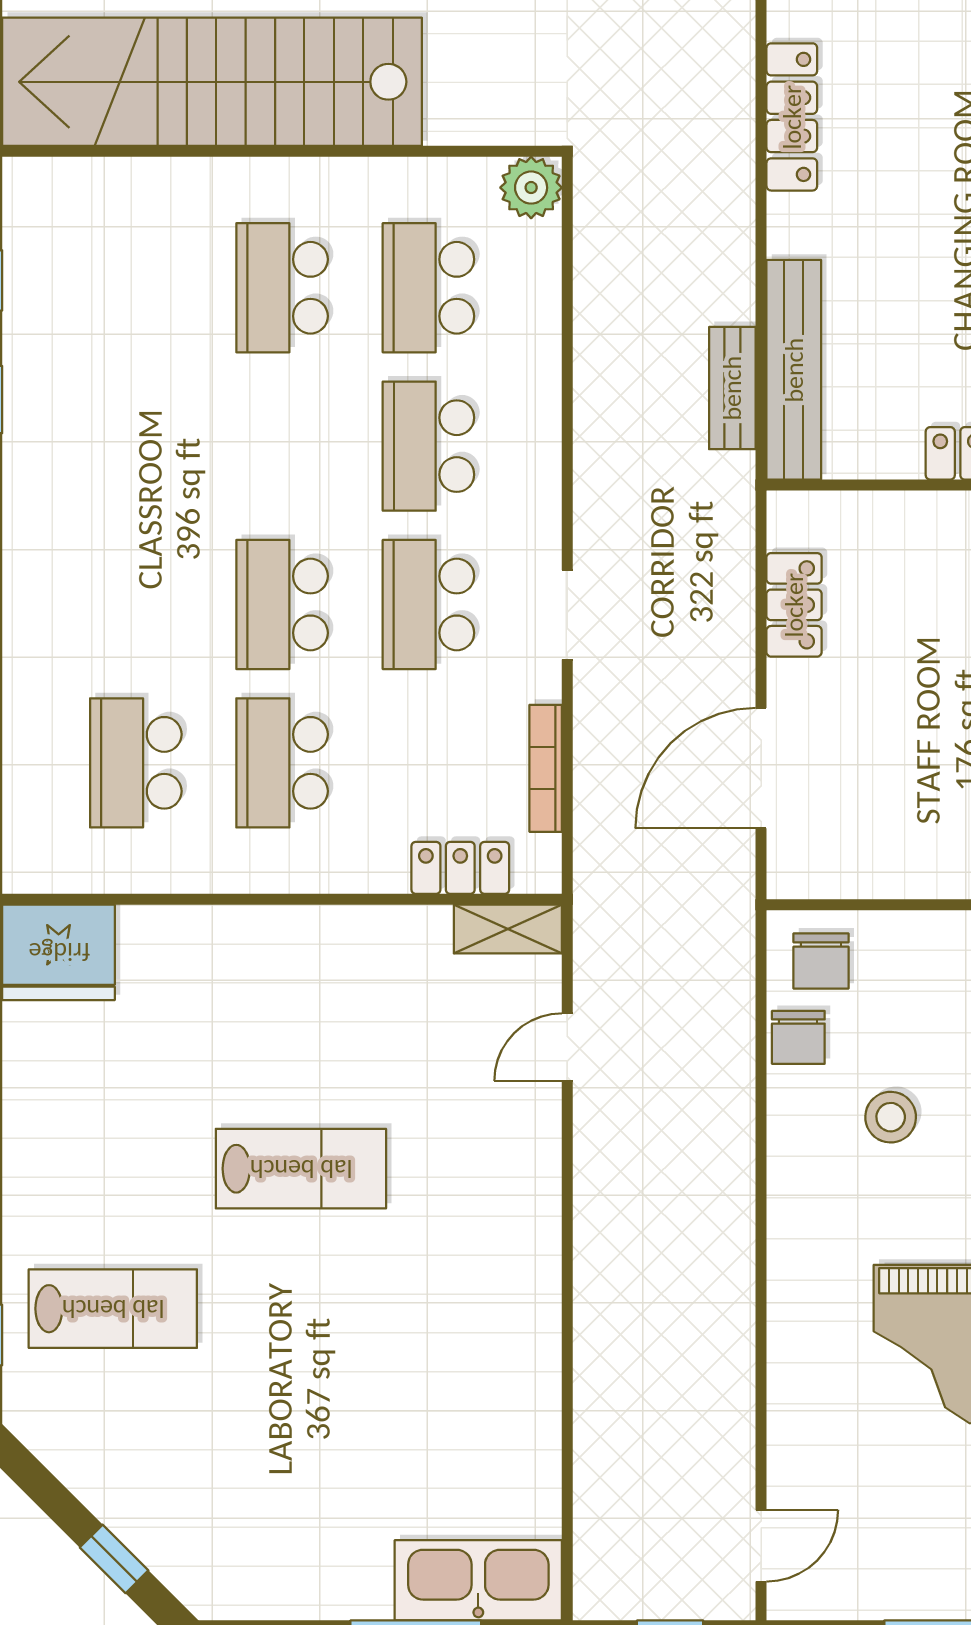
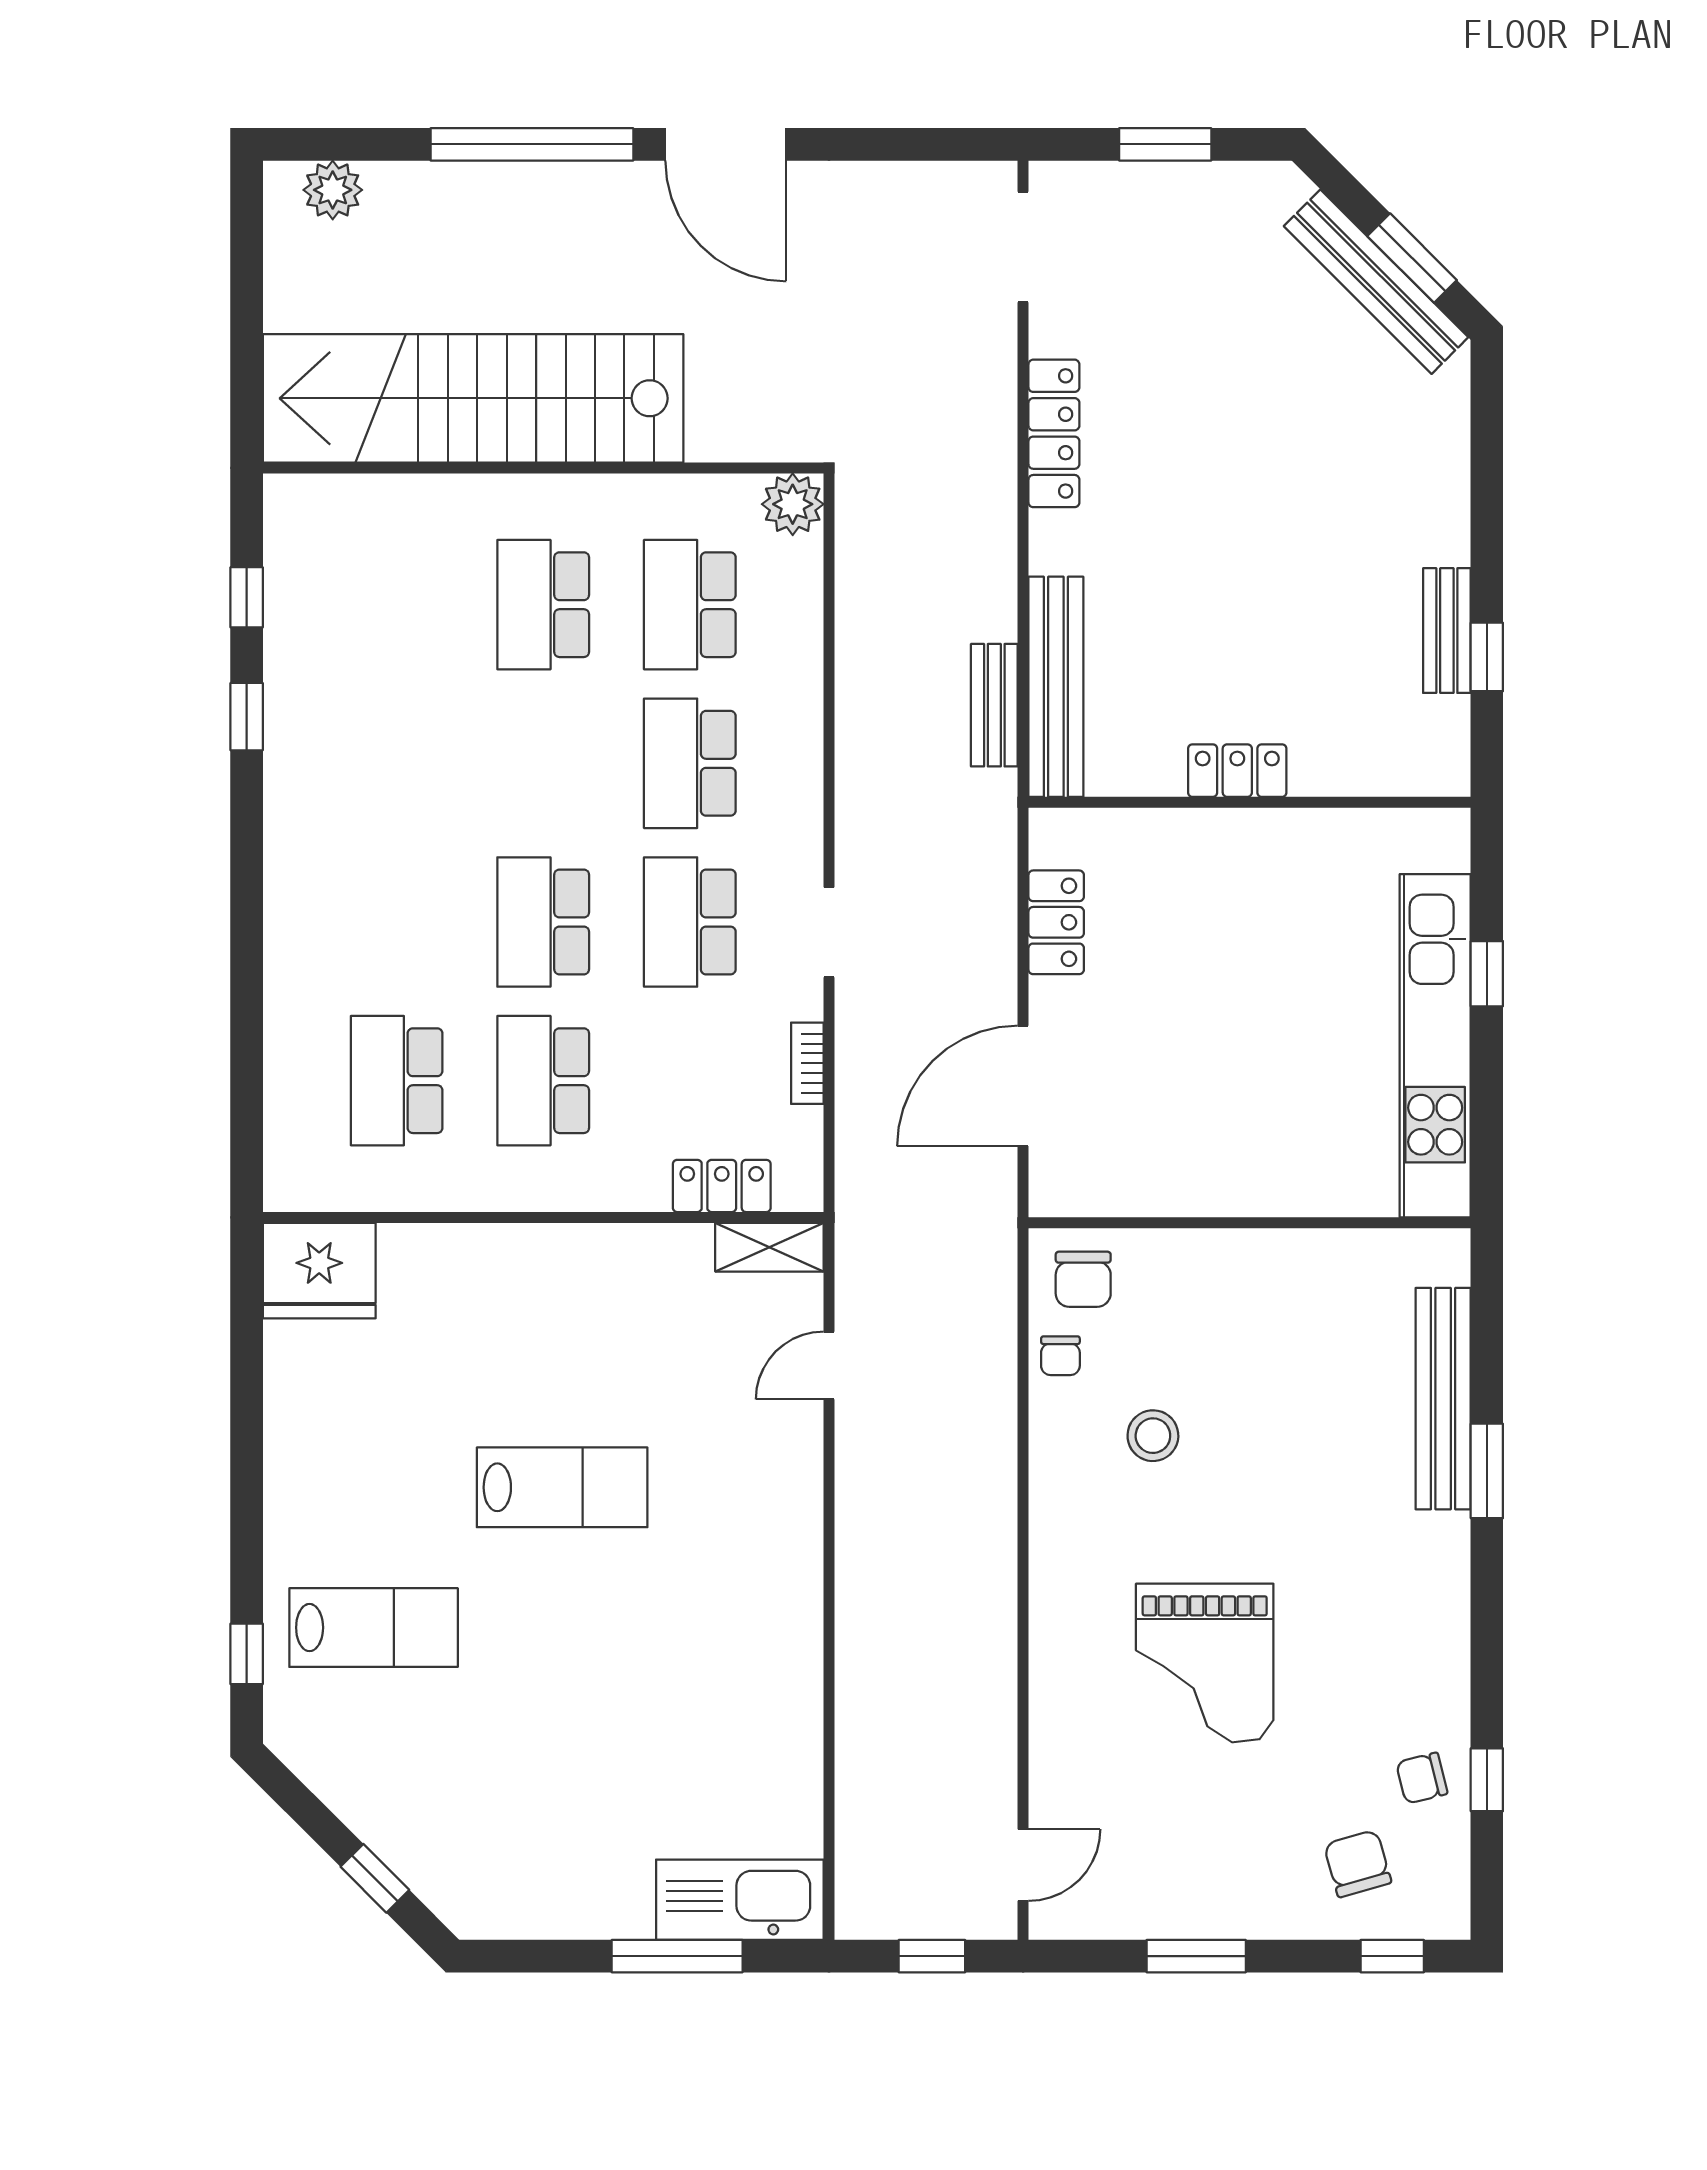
bookcase: (546, 768) -> (807, 1063), width x0.64
chair: (798, 1037) -> (1060, 1356), width x0.73, depth x0.73

